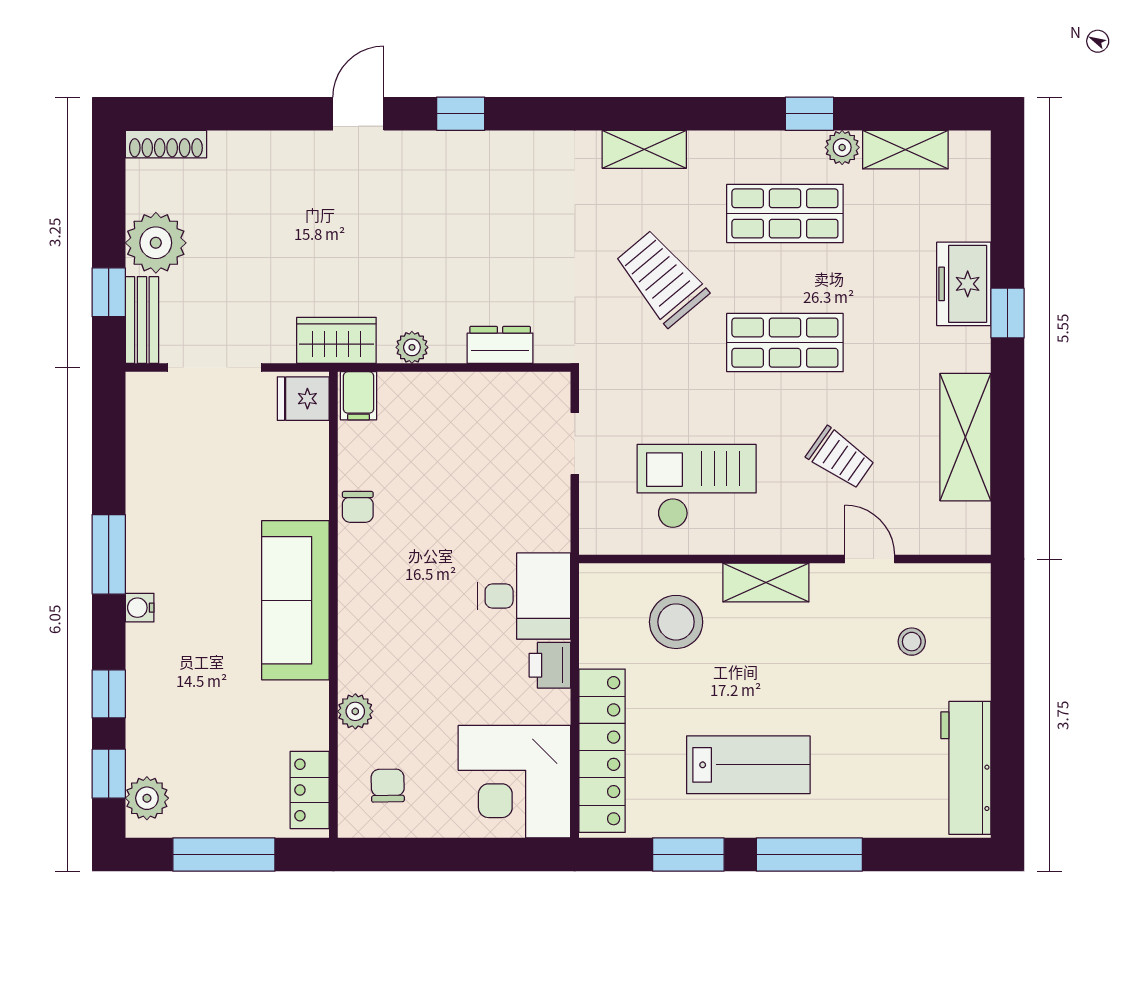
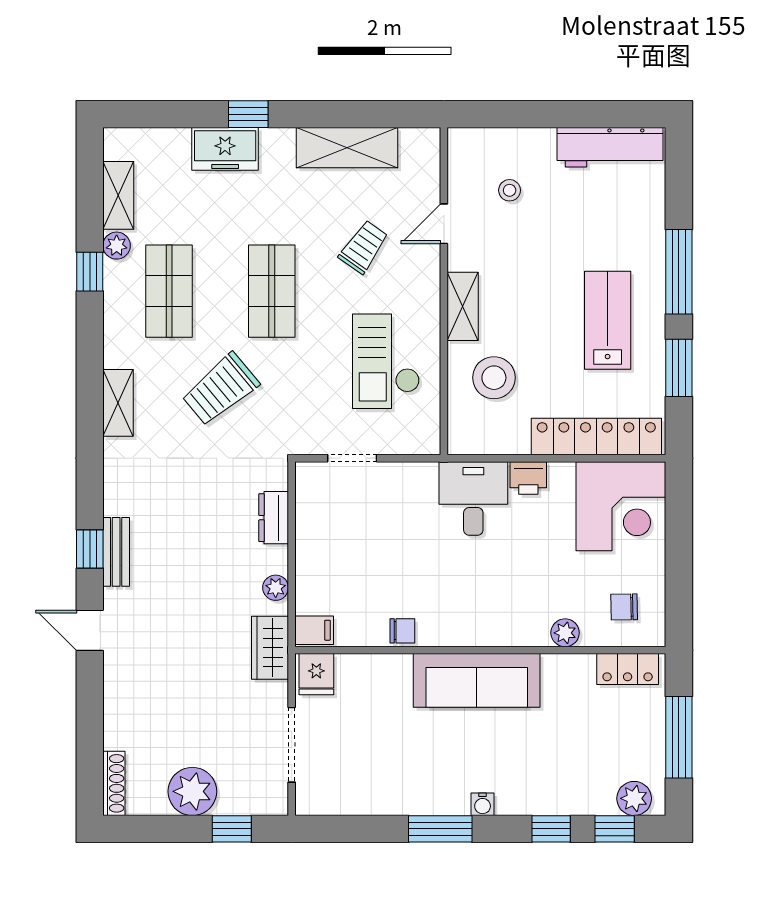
bench: (142, 320) -> (116, 552), moved, turned 90

